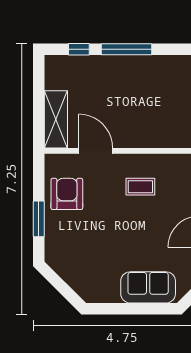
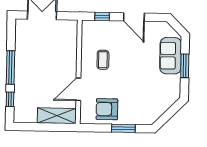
window: (133, 309) -> (185, 66), added

